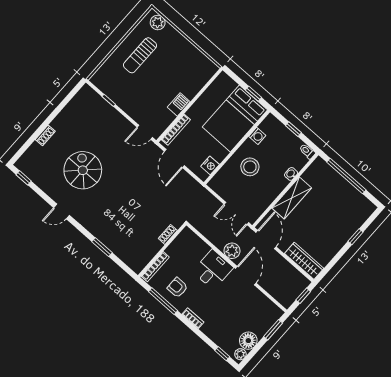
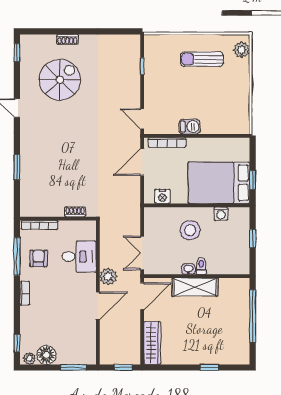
toilet: (307, 151) -> (201, 266), moved
spiral stairs: (83, 170) -> (60, 80), moved
washbasin: (291, 174) -> (188, 269), moved
desk: (213, 270) -> (79, 257), moved

